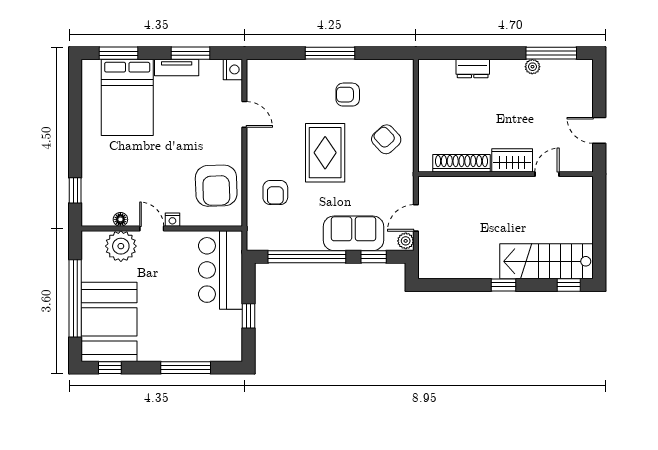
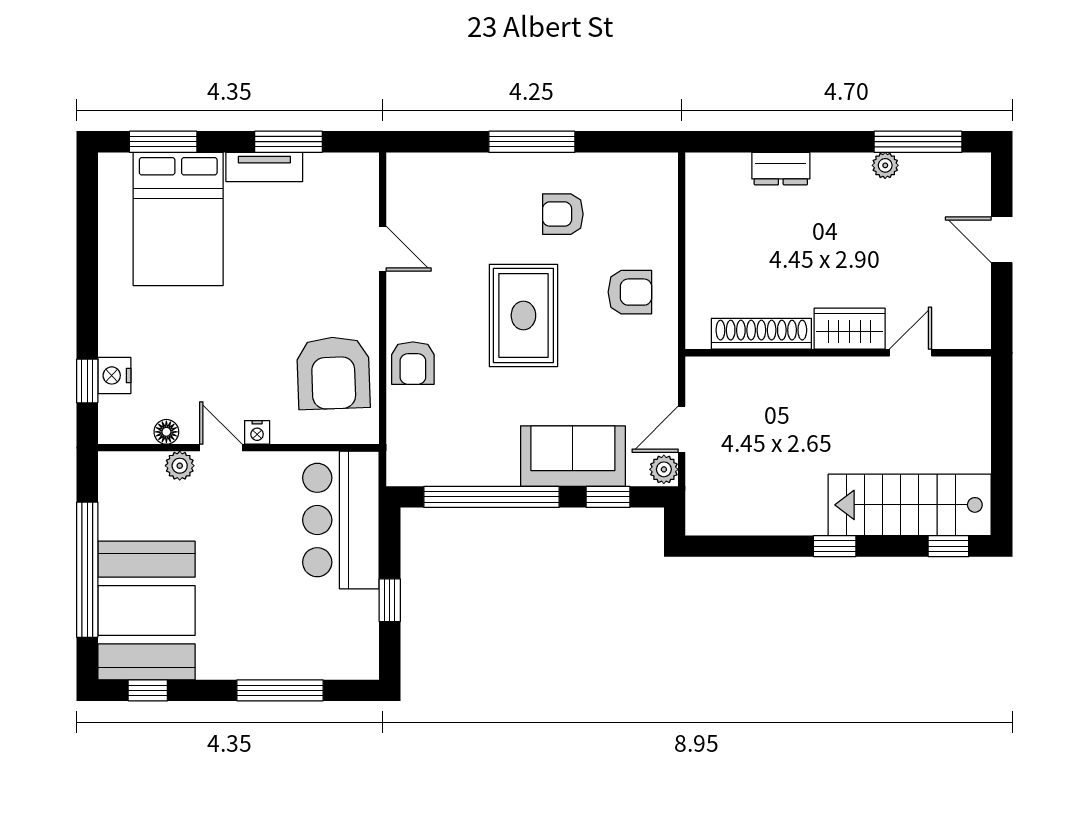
nightstand: (233, 69) -> (114, 375), moved, turned 180
door: (599, 130) -> (1002, 240), moved
armchair: (386, 139) -> (630, 292), turned 133
armchair: (275, 192) -> (413, 363), moved
plant: (121, 246) -> (180, 466), width x0.53, depth x0.53

